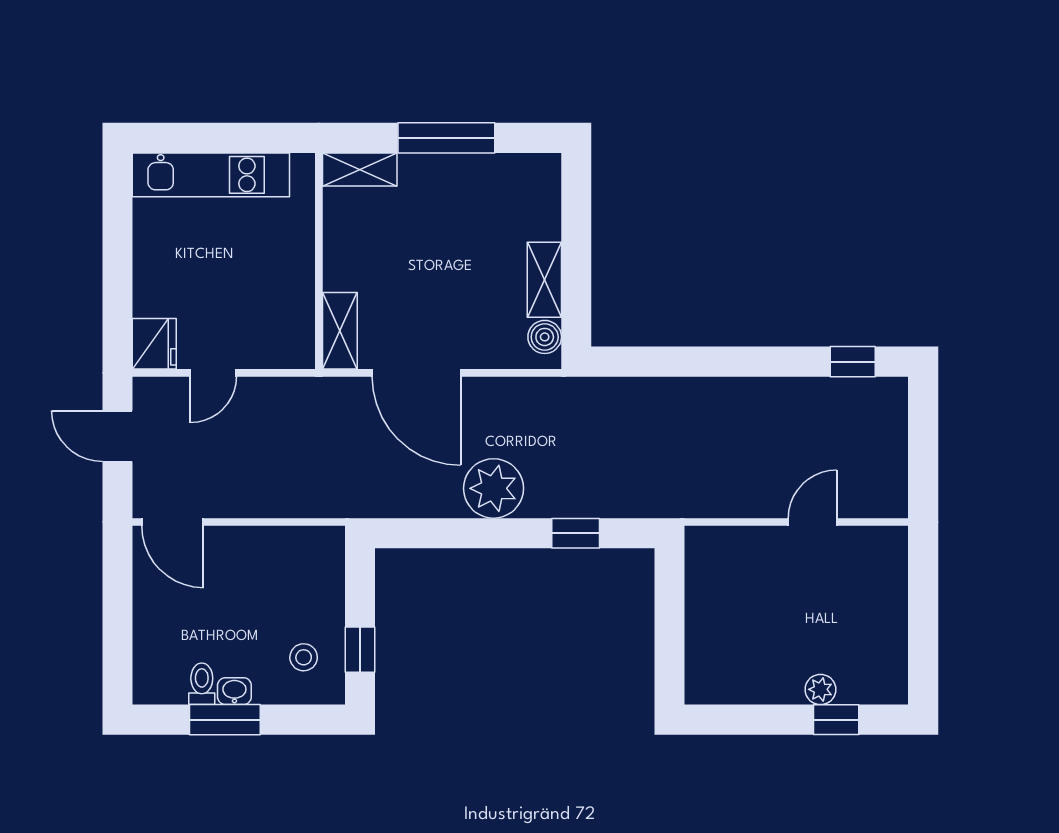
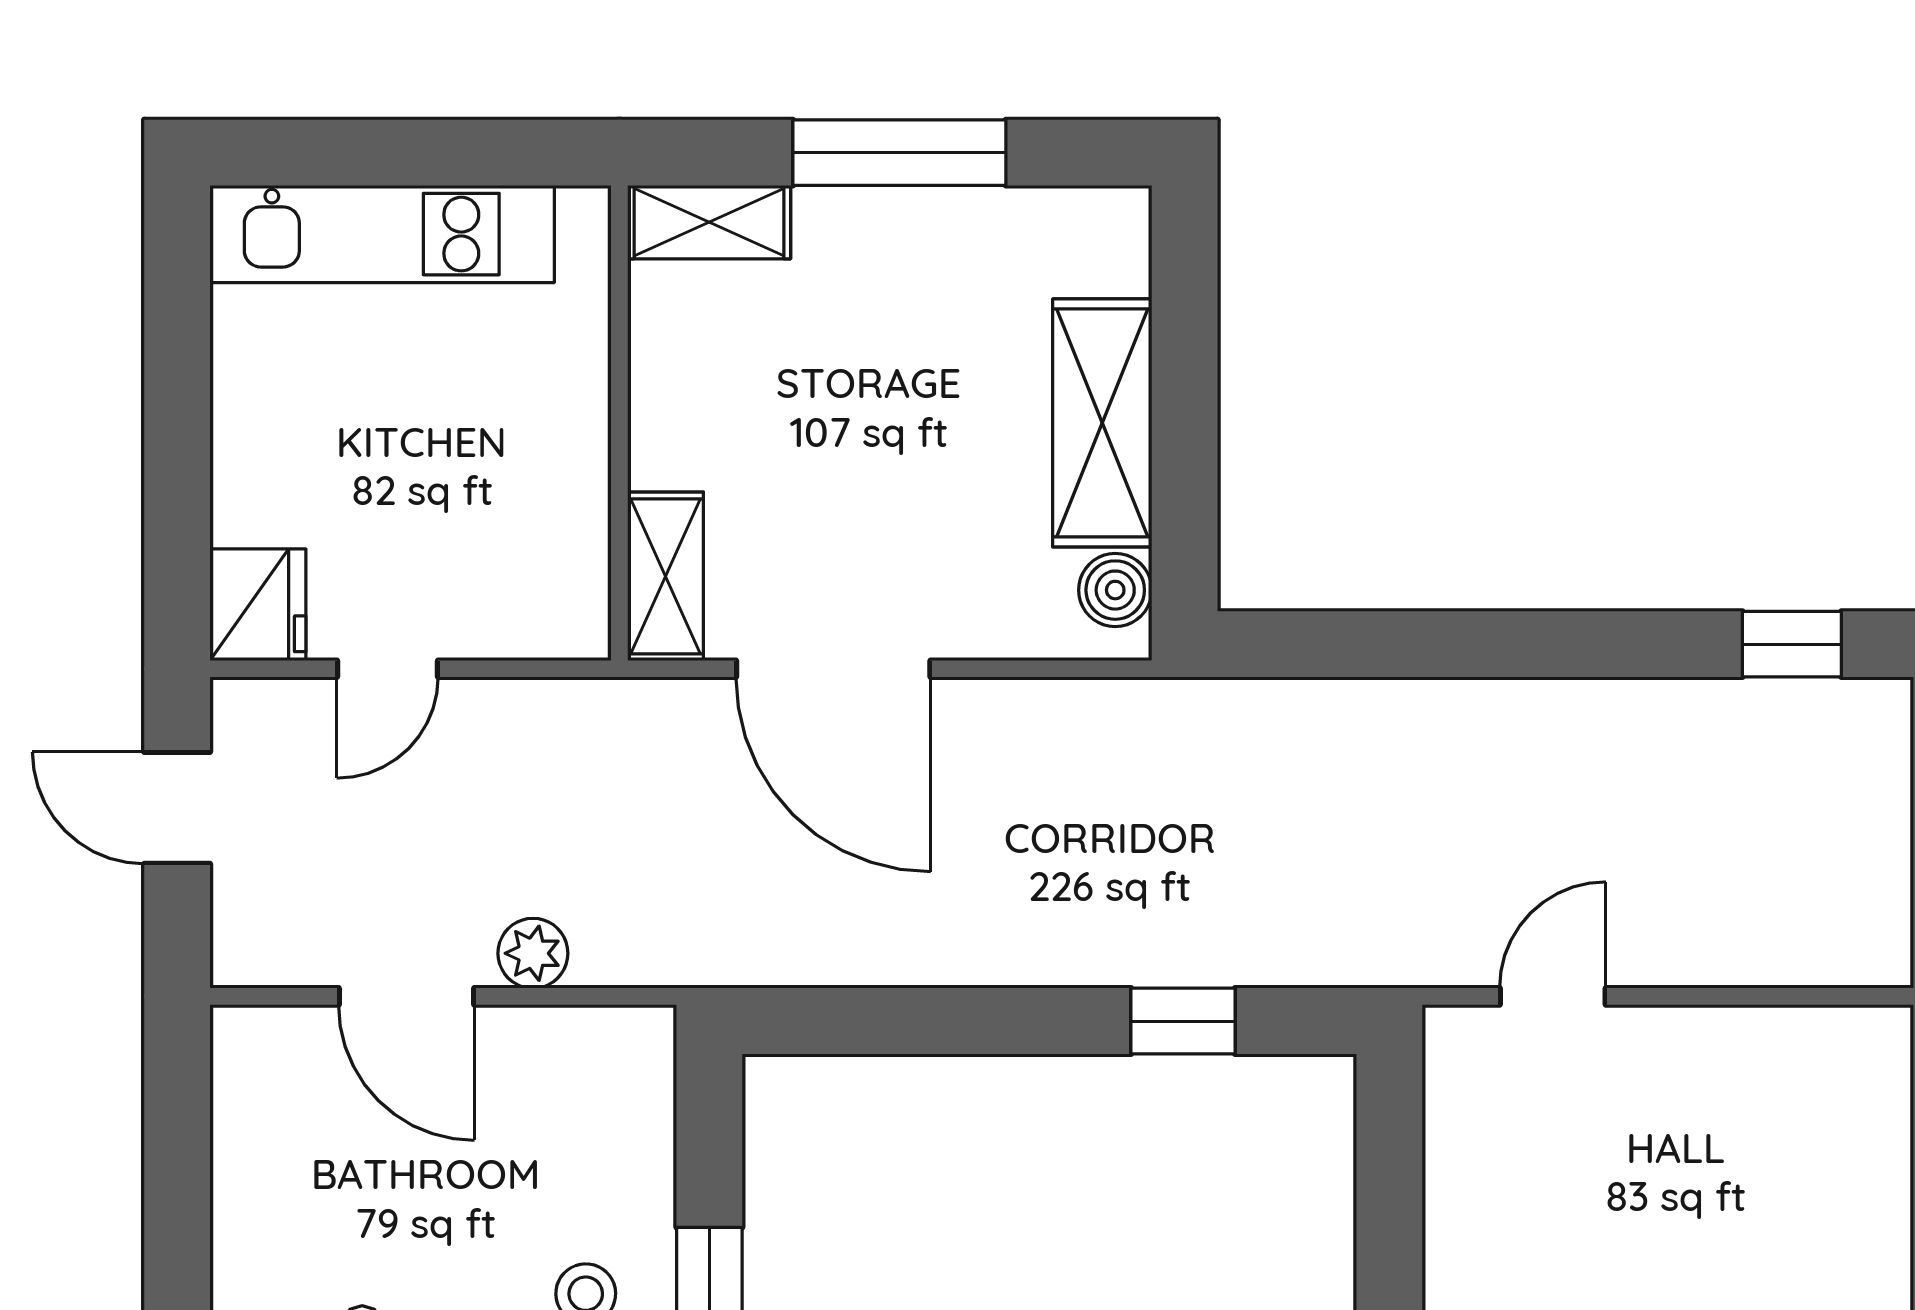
shelving: (544, 280) -> (1102, 423), width x1.50, depth x1.33
plant: (494, 488) -> (533, 953), moved, width x0.53, depth x0.53
door: (173, 522) -> (406, 996), moved
door: (813, 522) -> (1553, 996), moved

